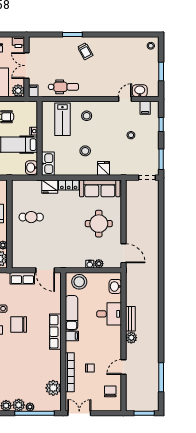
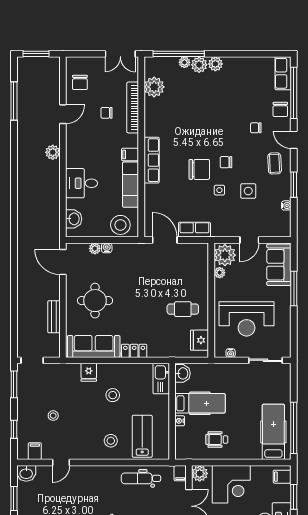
washbasin: (140, 91) -> (26, 473), moved
fridge: (50, 187) -> (200, 340), moved, turned -90
bench: (130, 319) -> (54, 317), moved

